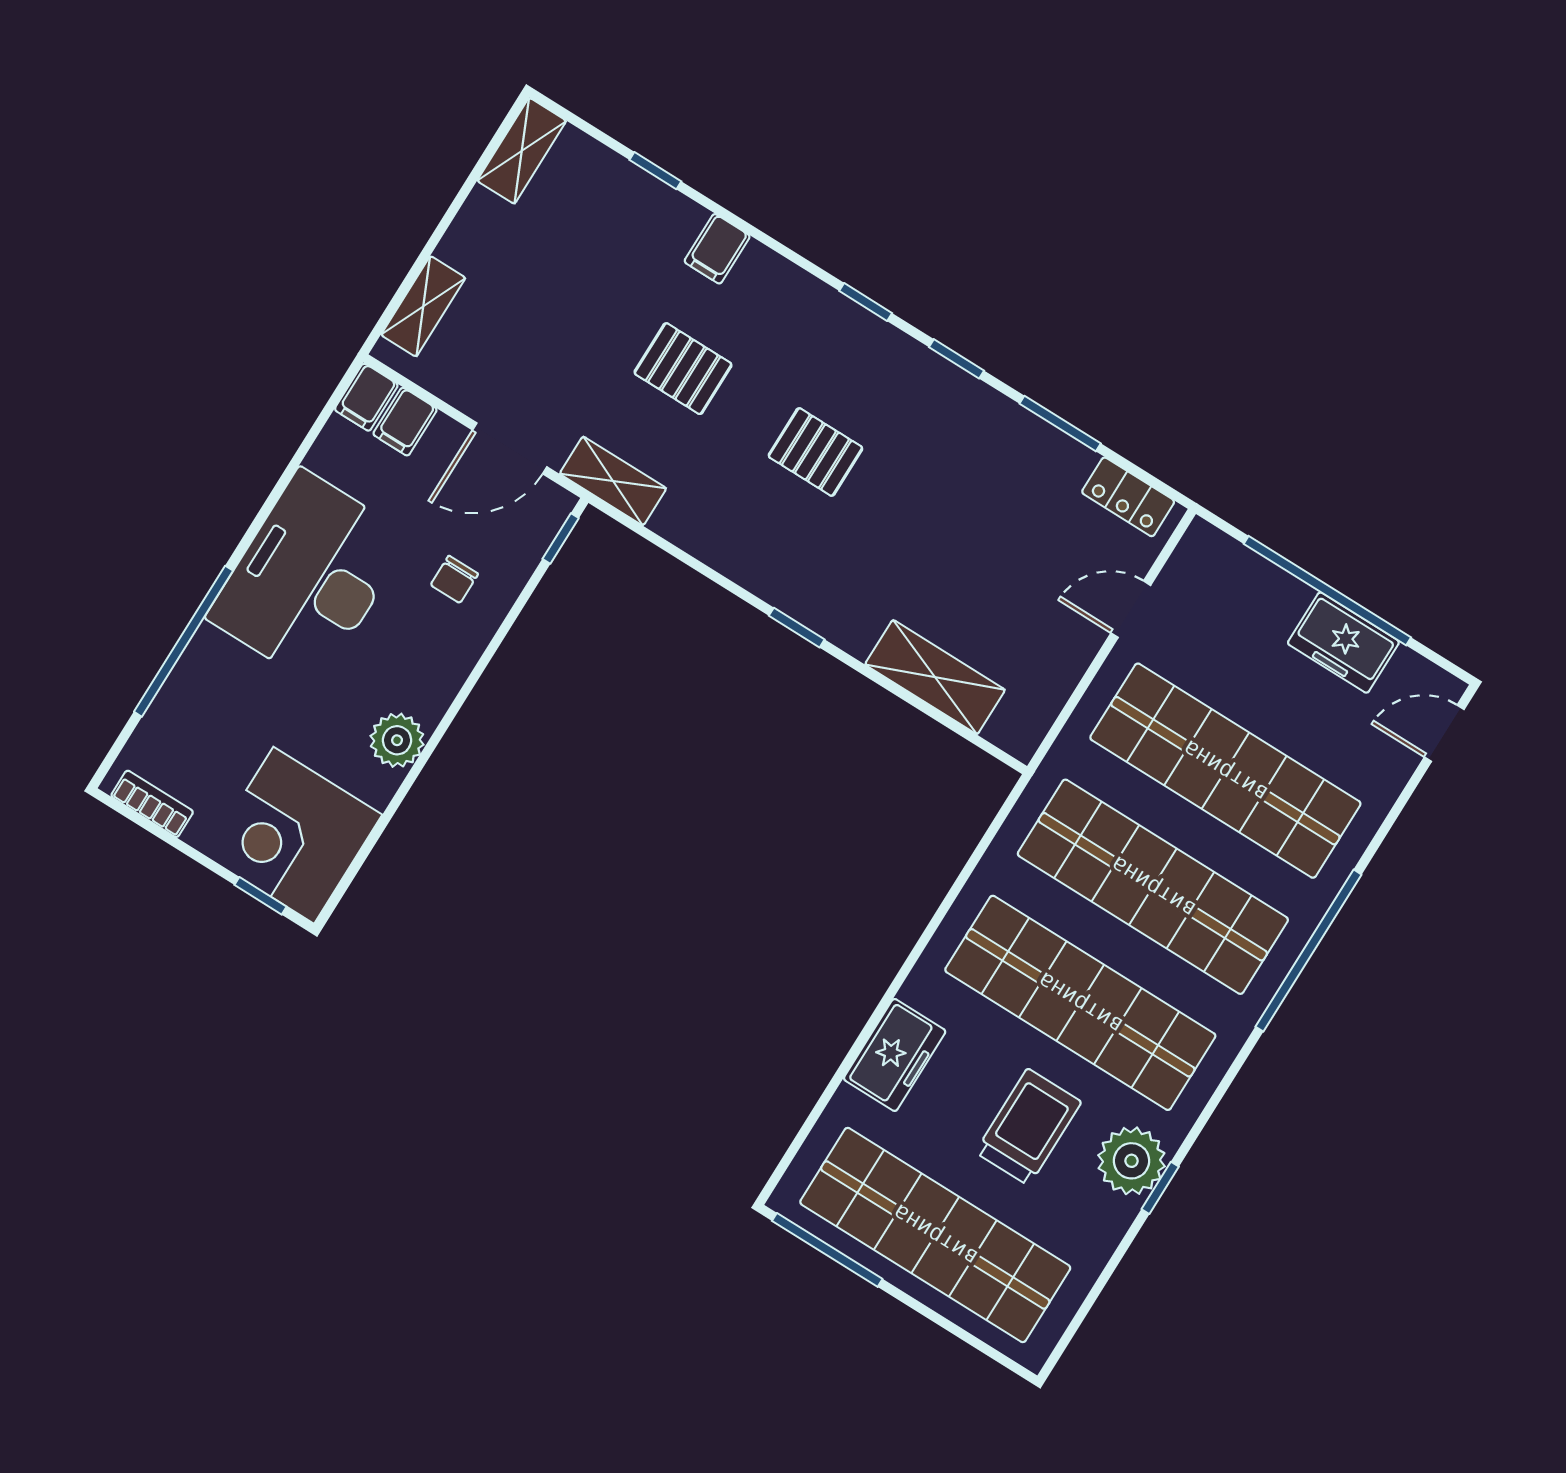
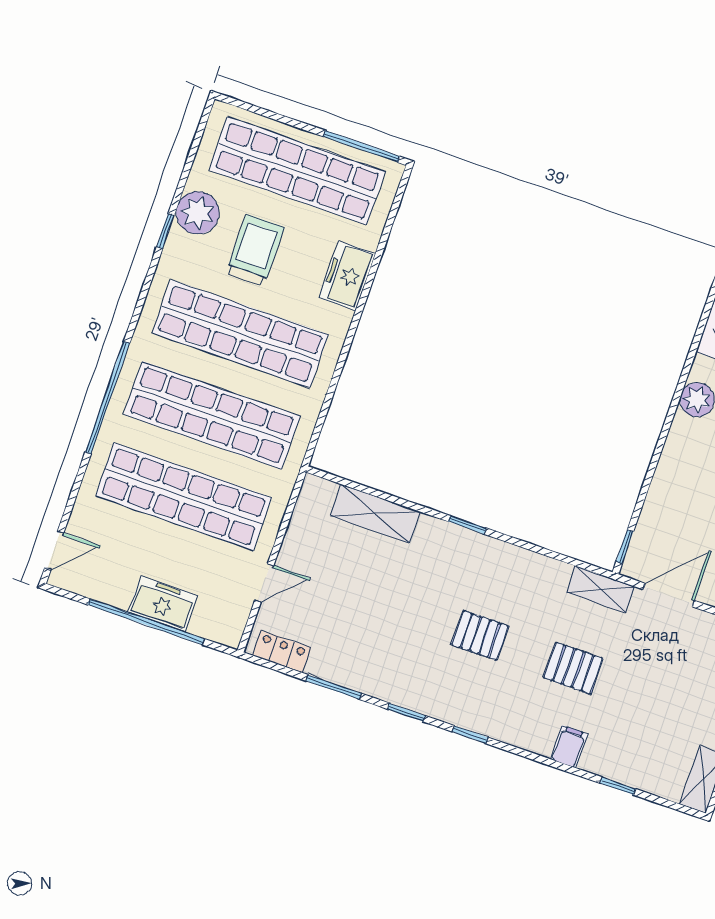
chair: (454, 579) -> (684, 507), removed
freezer: (1343, 643) -> (163, 604), moved
trolley: (1028, 1127) -> (255, 250), turned 180
plant: (1132, 1161) -> (198, 213), moved

